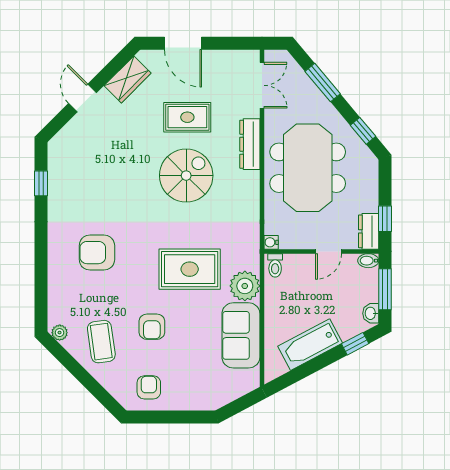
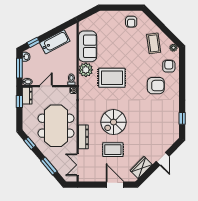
armchair: (152, 327) -> (169, 66), moved

